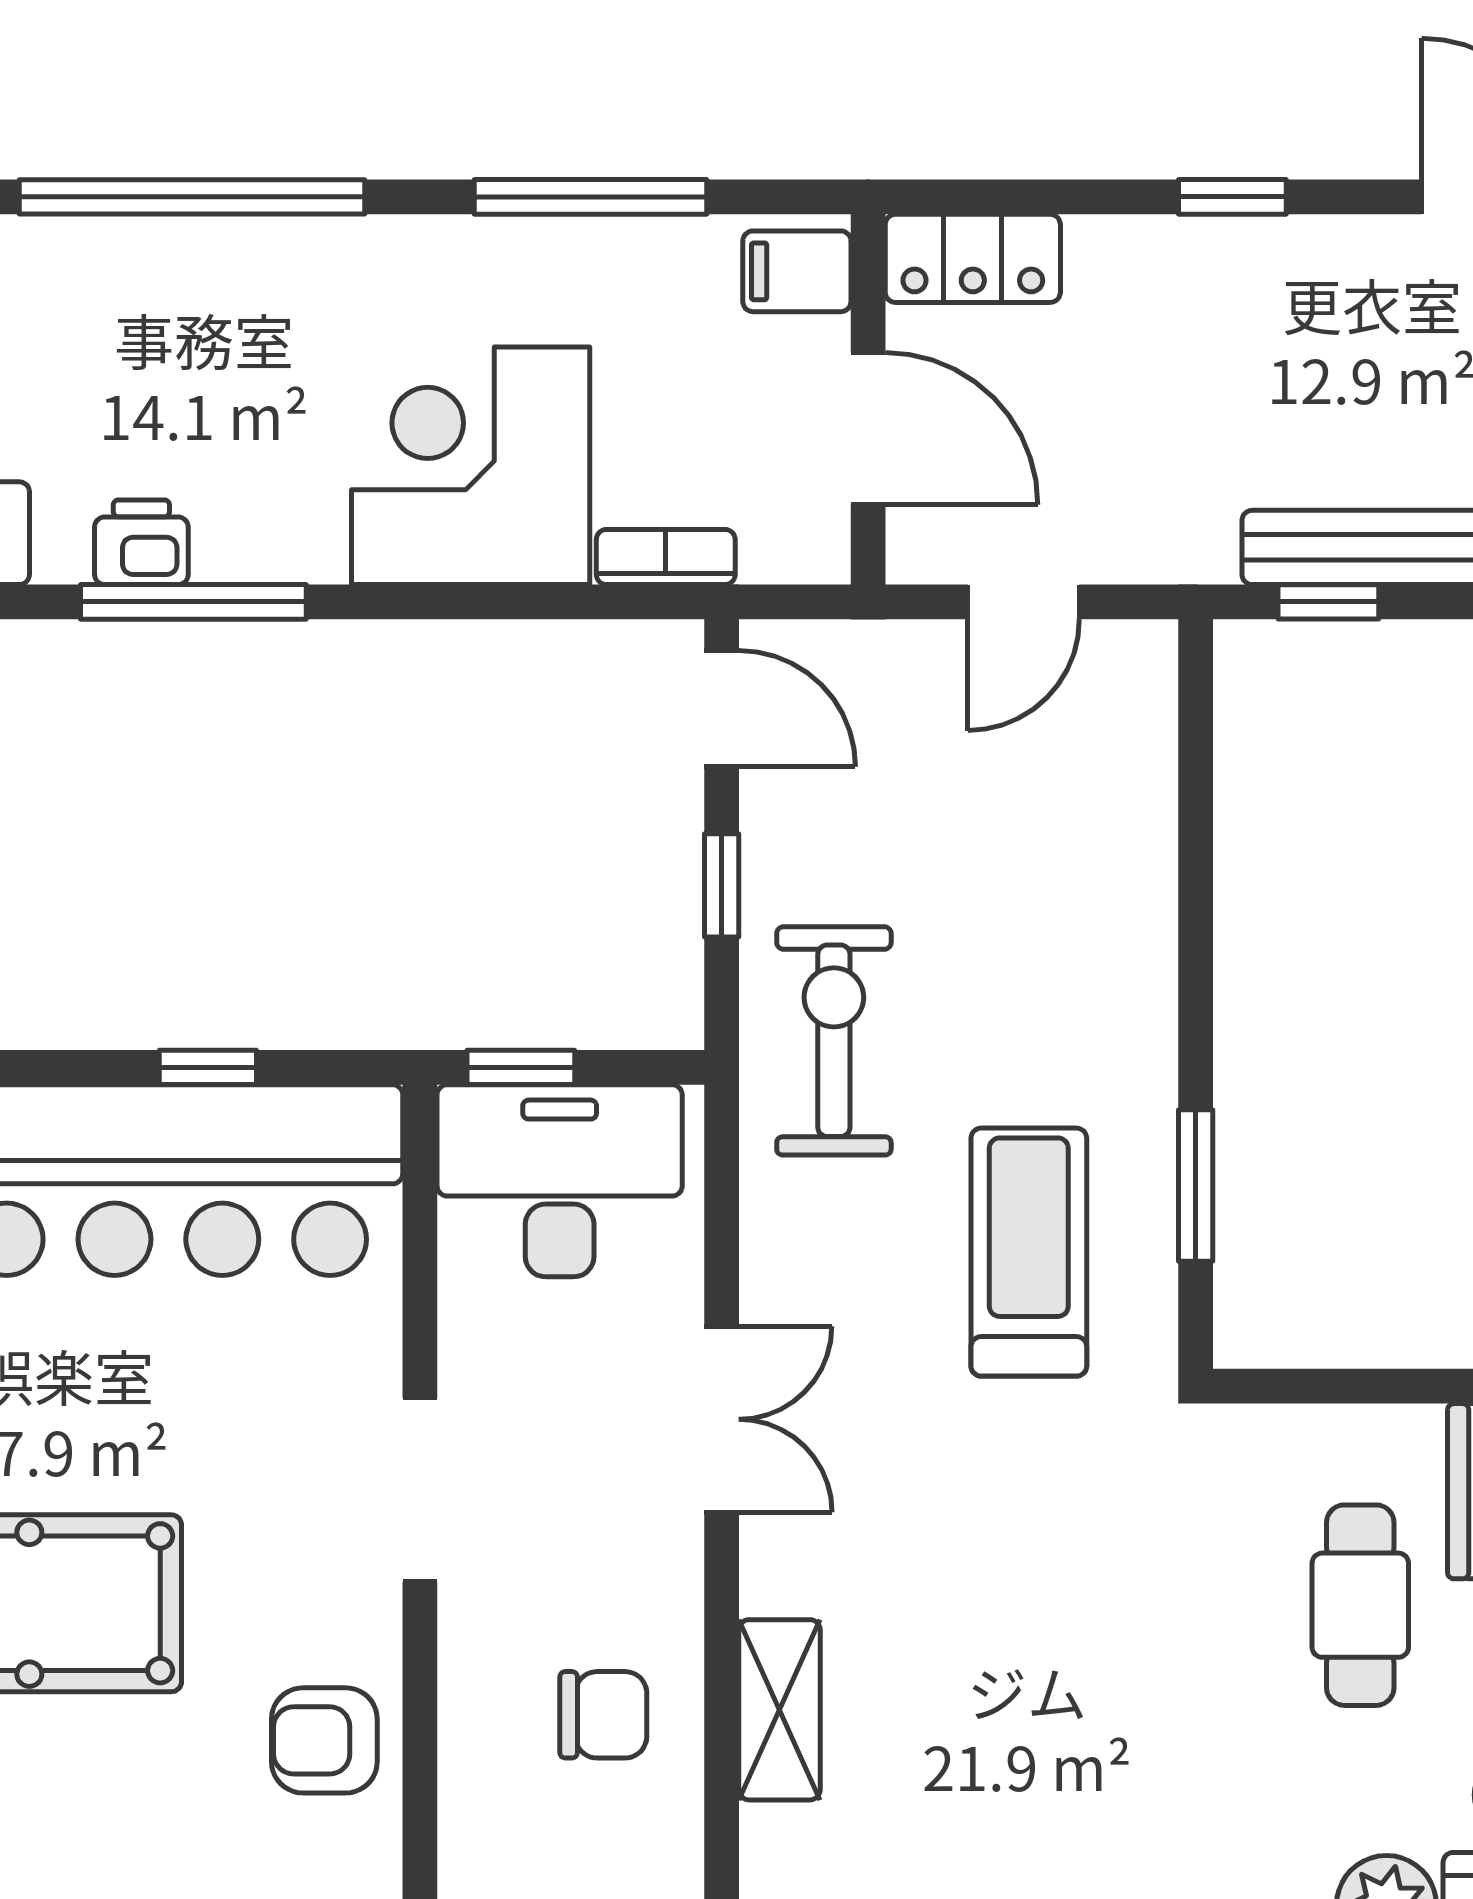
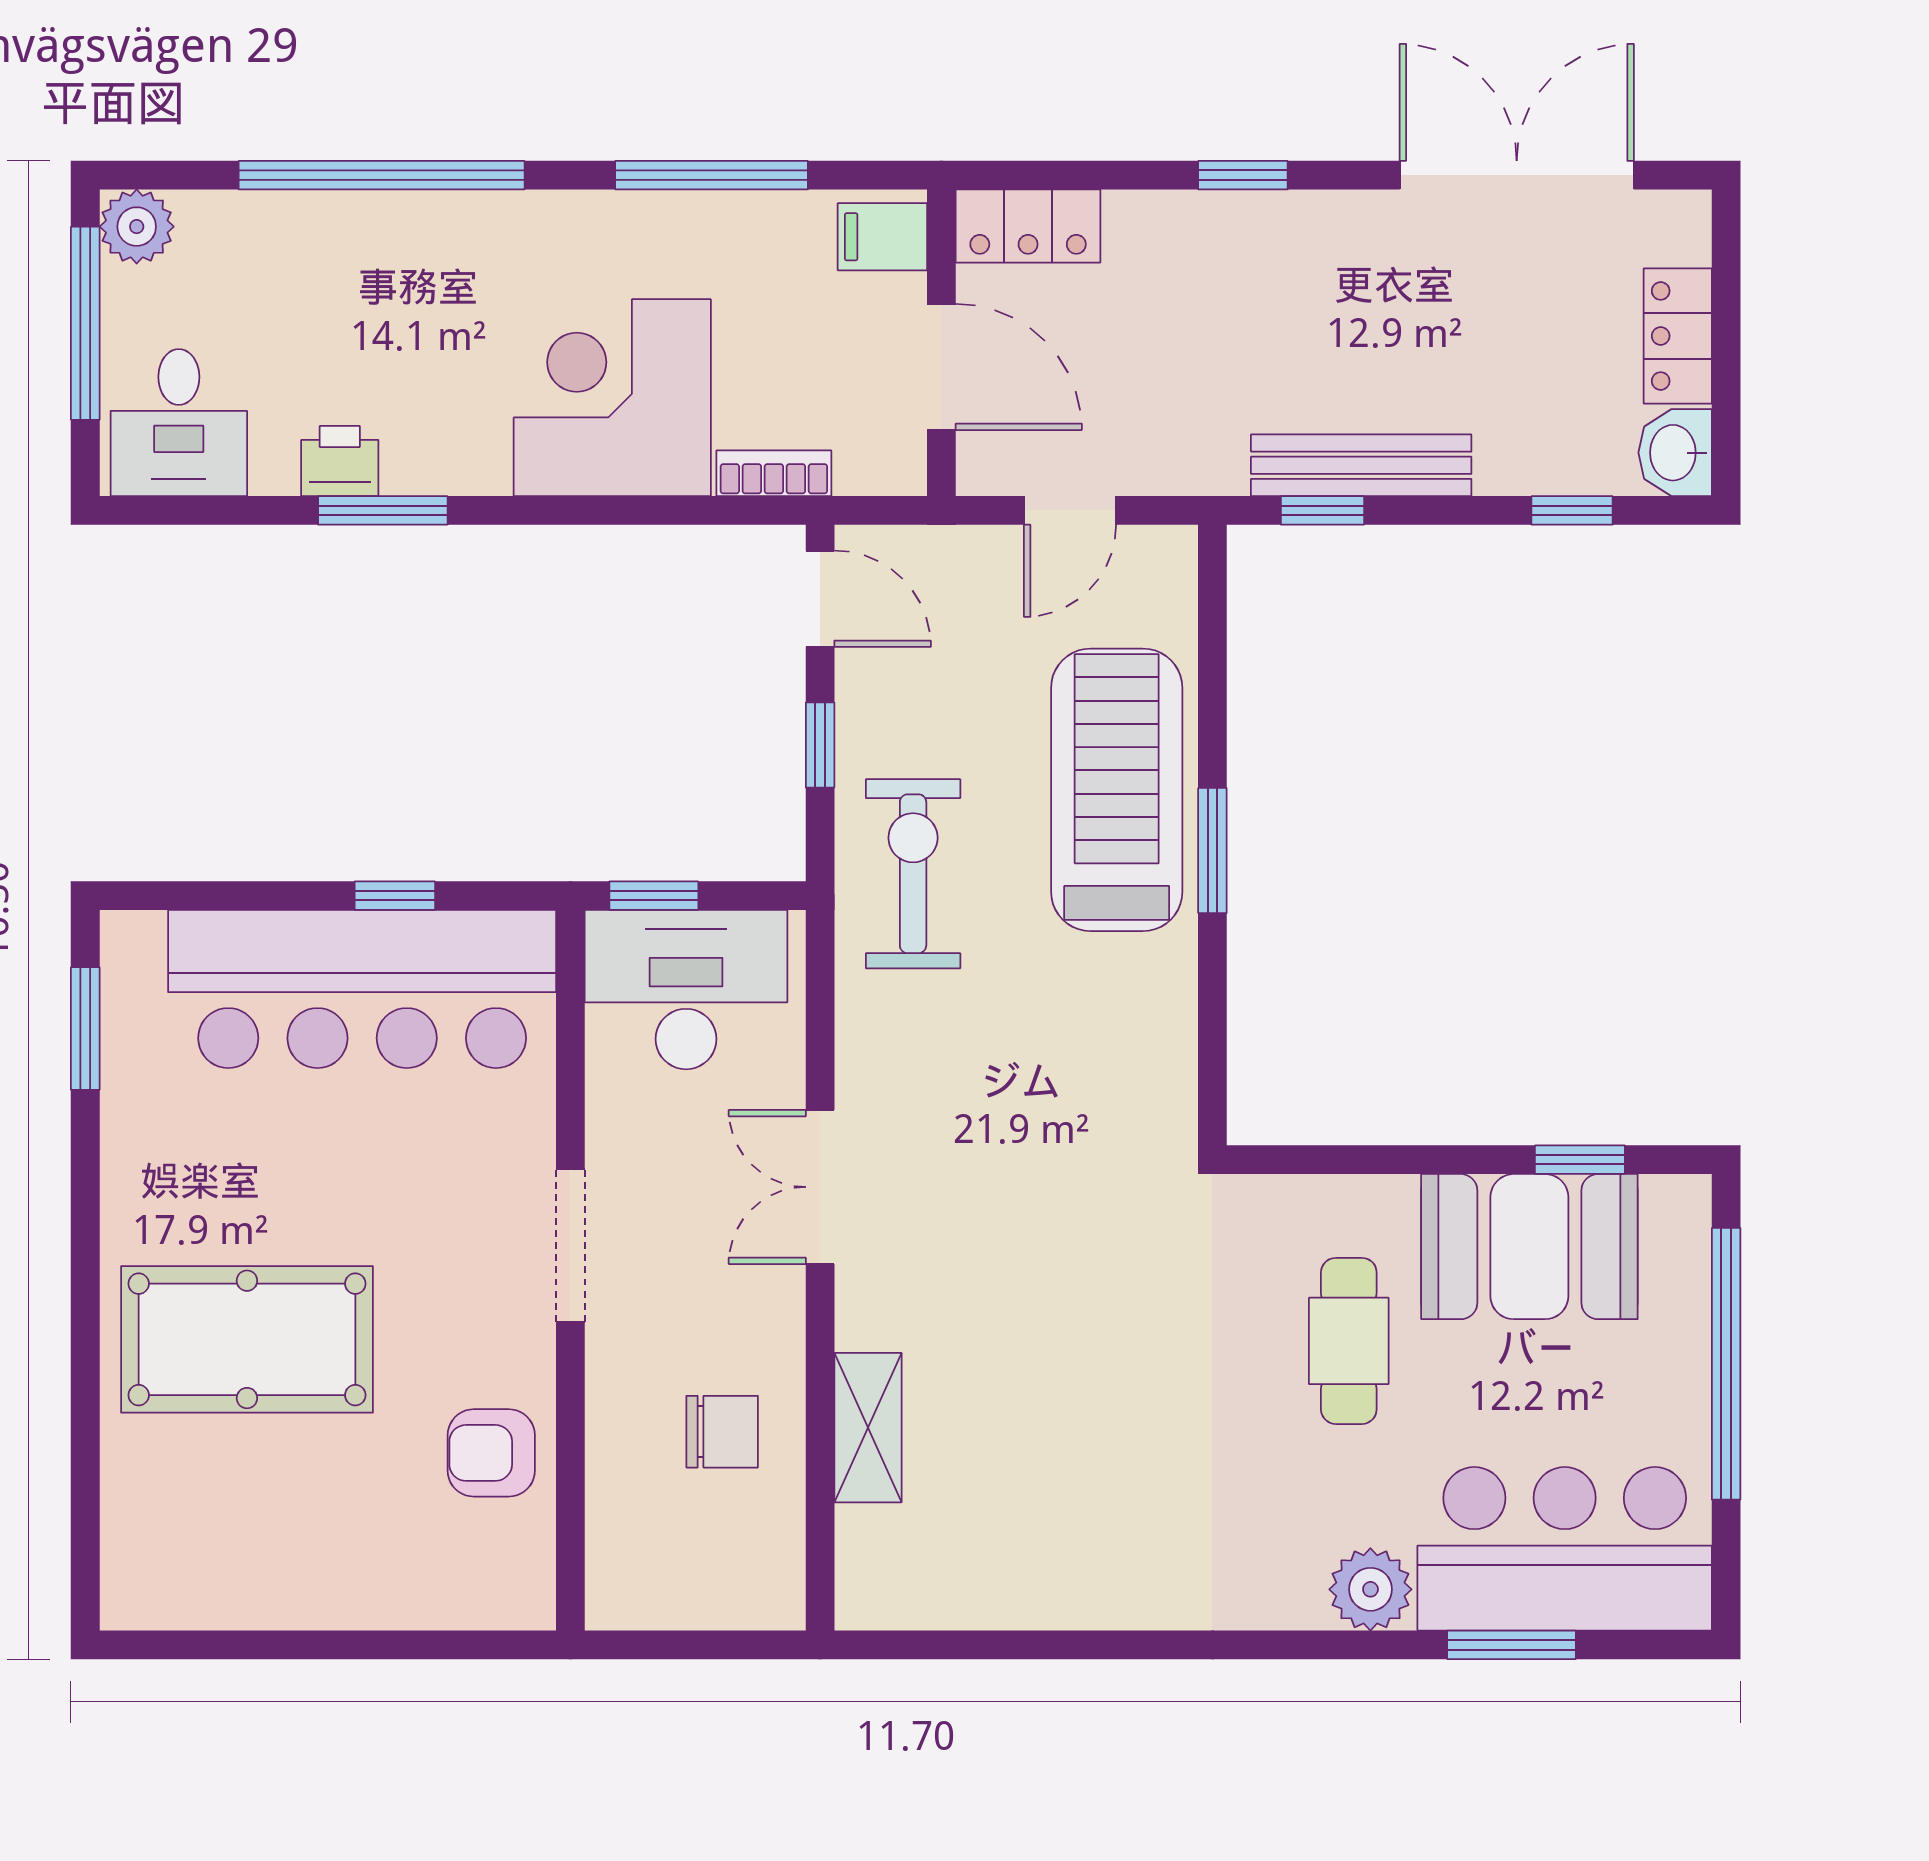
window: (193, 602) -> (383, 510), width x0.69
window: (1196, 1185) -> (1212, 851), moved
treadmill: (1029, 1252) -> (1117, 790), moved, width x1.37, depth x1.38
double door: (722, 1419) -> (820, 1187), swing flipped

